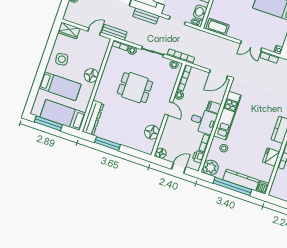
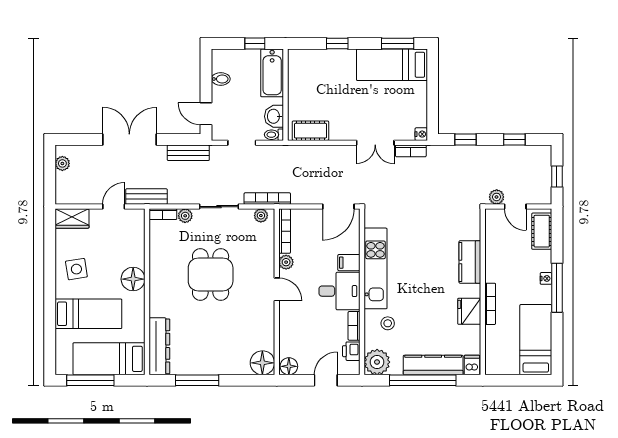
dining table: (135, 88) -> (211, 274), turned 90
floor lamp: (152, 132) -> (262, 363), moved

